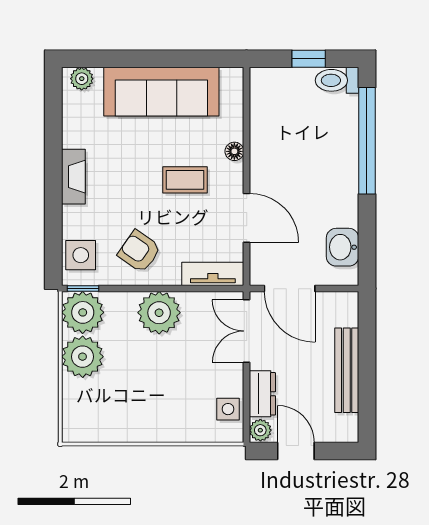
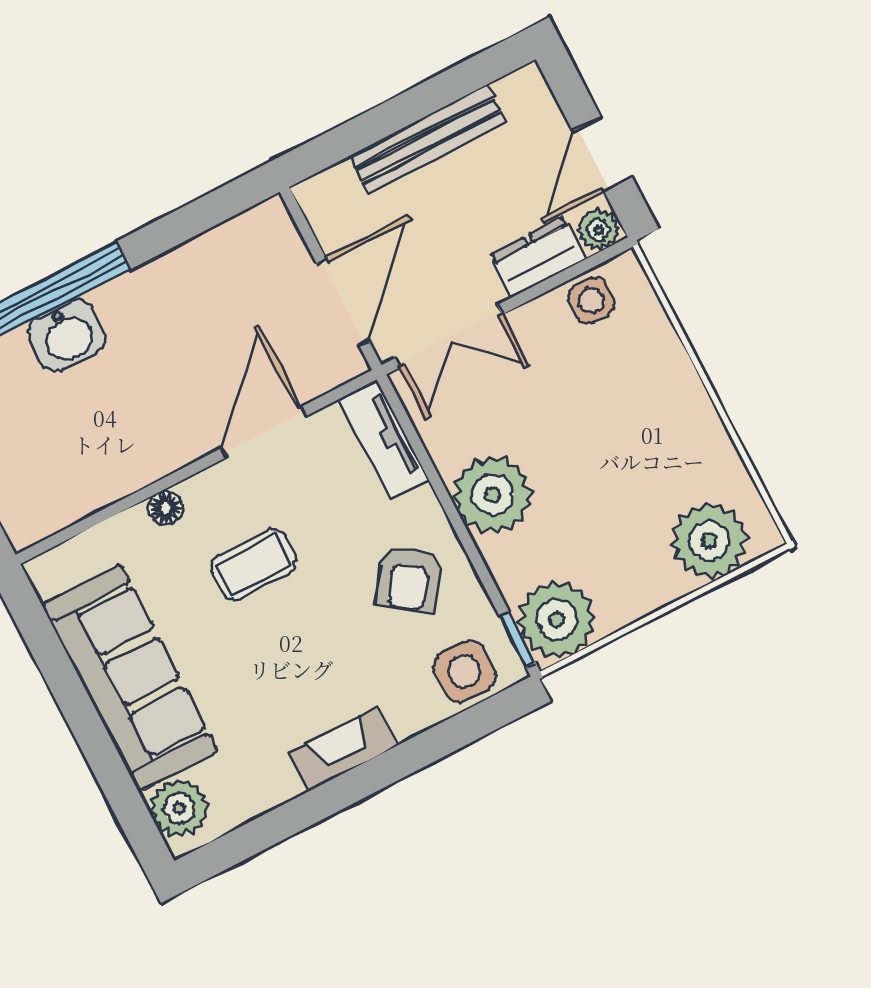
plant: (82, 79) -> (179, 808), width x1.38, depth x1.38
coffee table: (185, 180) -> (254, 565), turned 90
washbasin: (343, 247) -> (67, 335), moved
plant: (83, 357) -> (709, 541), moved

